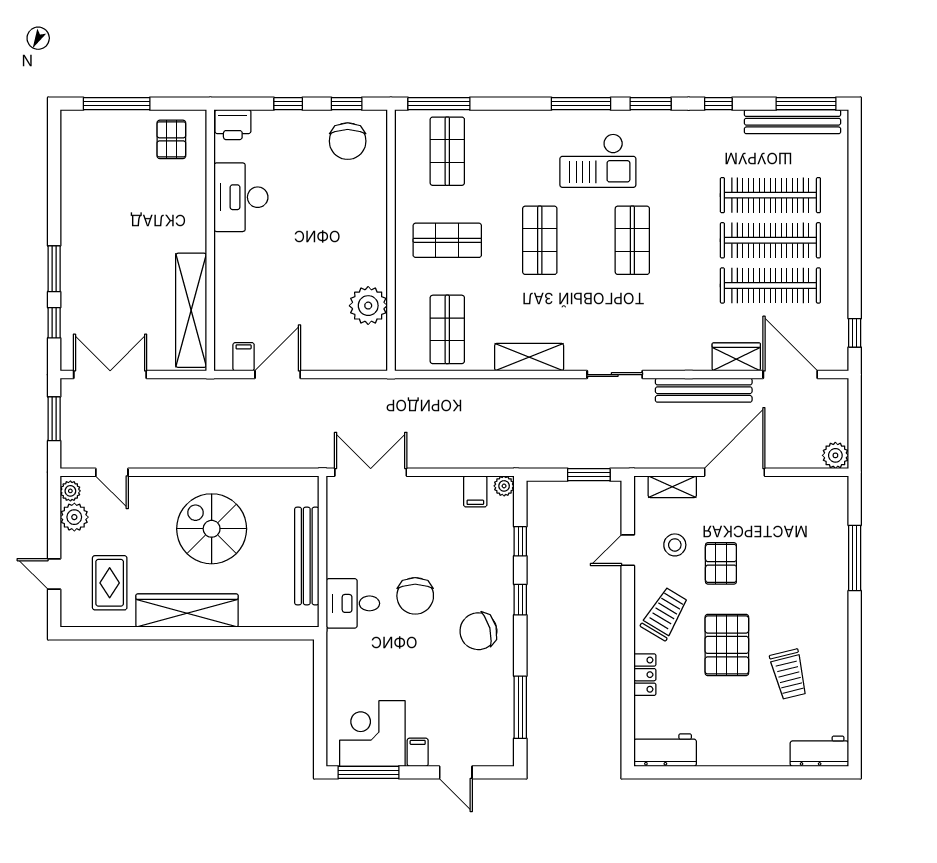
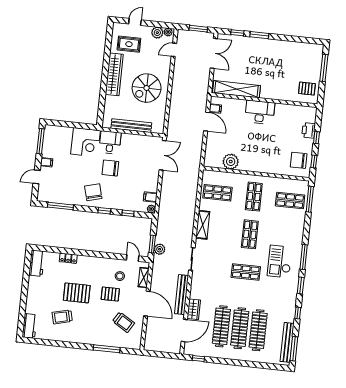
printer: (233, 125) -> (309, 130), moved
desk: (241, 197) -> (260, 112), moved
shop shelf: (540, 240) -> (250, 234), turned 90
plant: (835, 455) -> (160, 249), moved
spiral stairs: (212, 529) -> (147, 88), turned 180
door: (628, 550) -> (133, 258), moved
trolley: (665, 614) -> (123, 322), moved
corner desk: (372, 733) -> (85, 142), moved, turned 90

